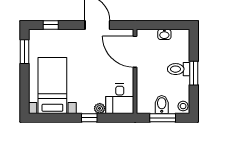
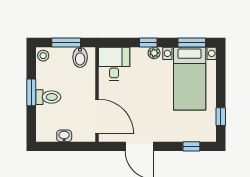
window: (25, 52) -> (221, 117), width x0.67
bidet: (162, 105) -> (80, 57), moved
plant: (100, 108) -> (154, 53), moved
window: (50, 118) -> (192, 43), added

